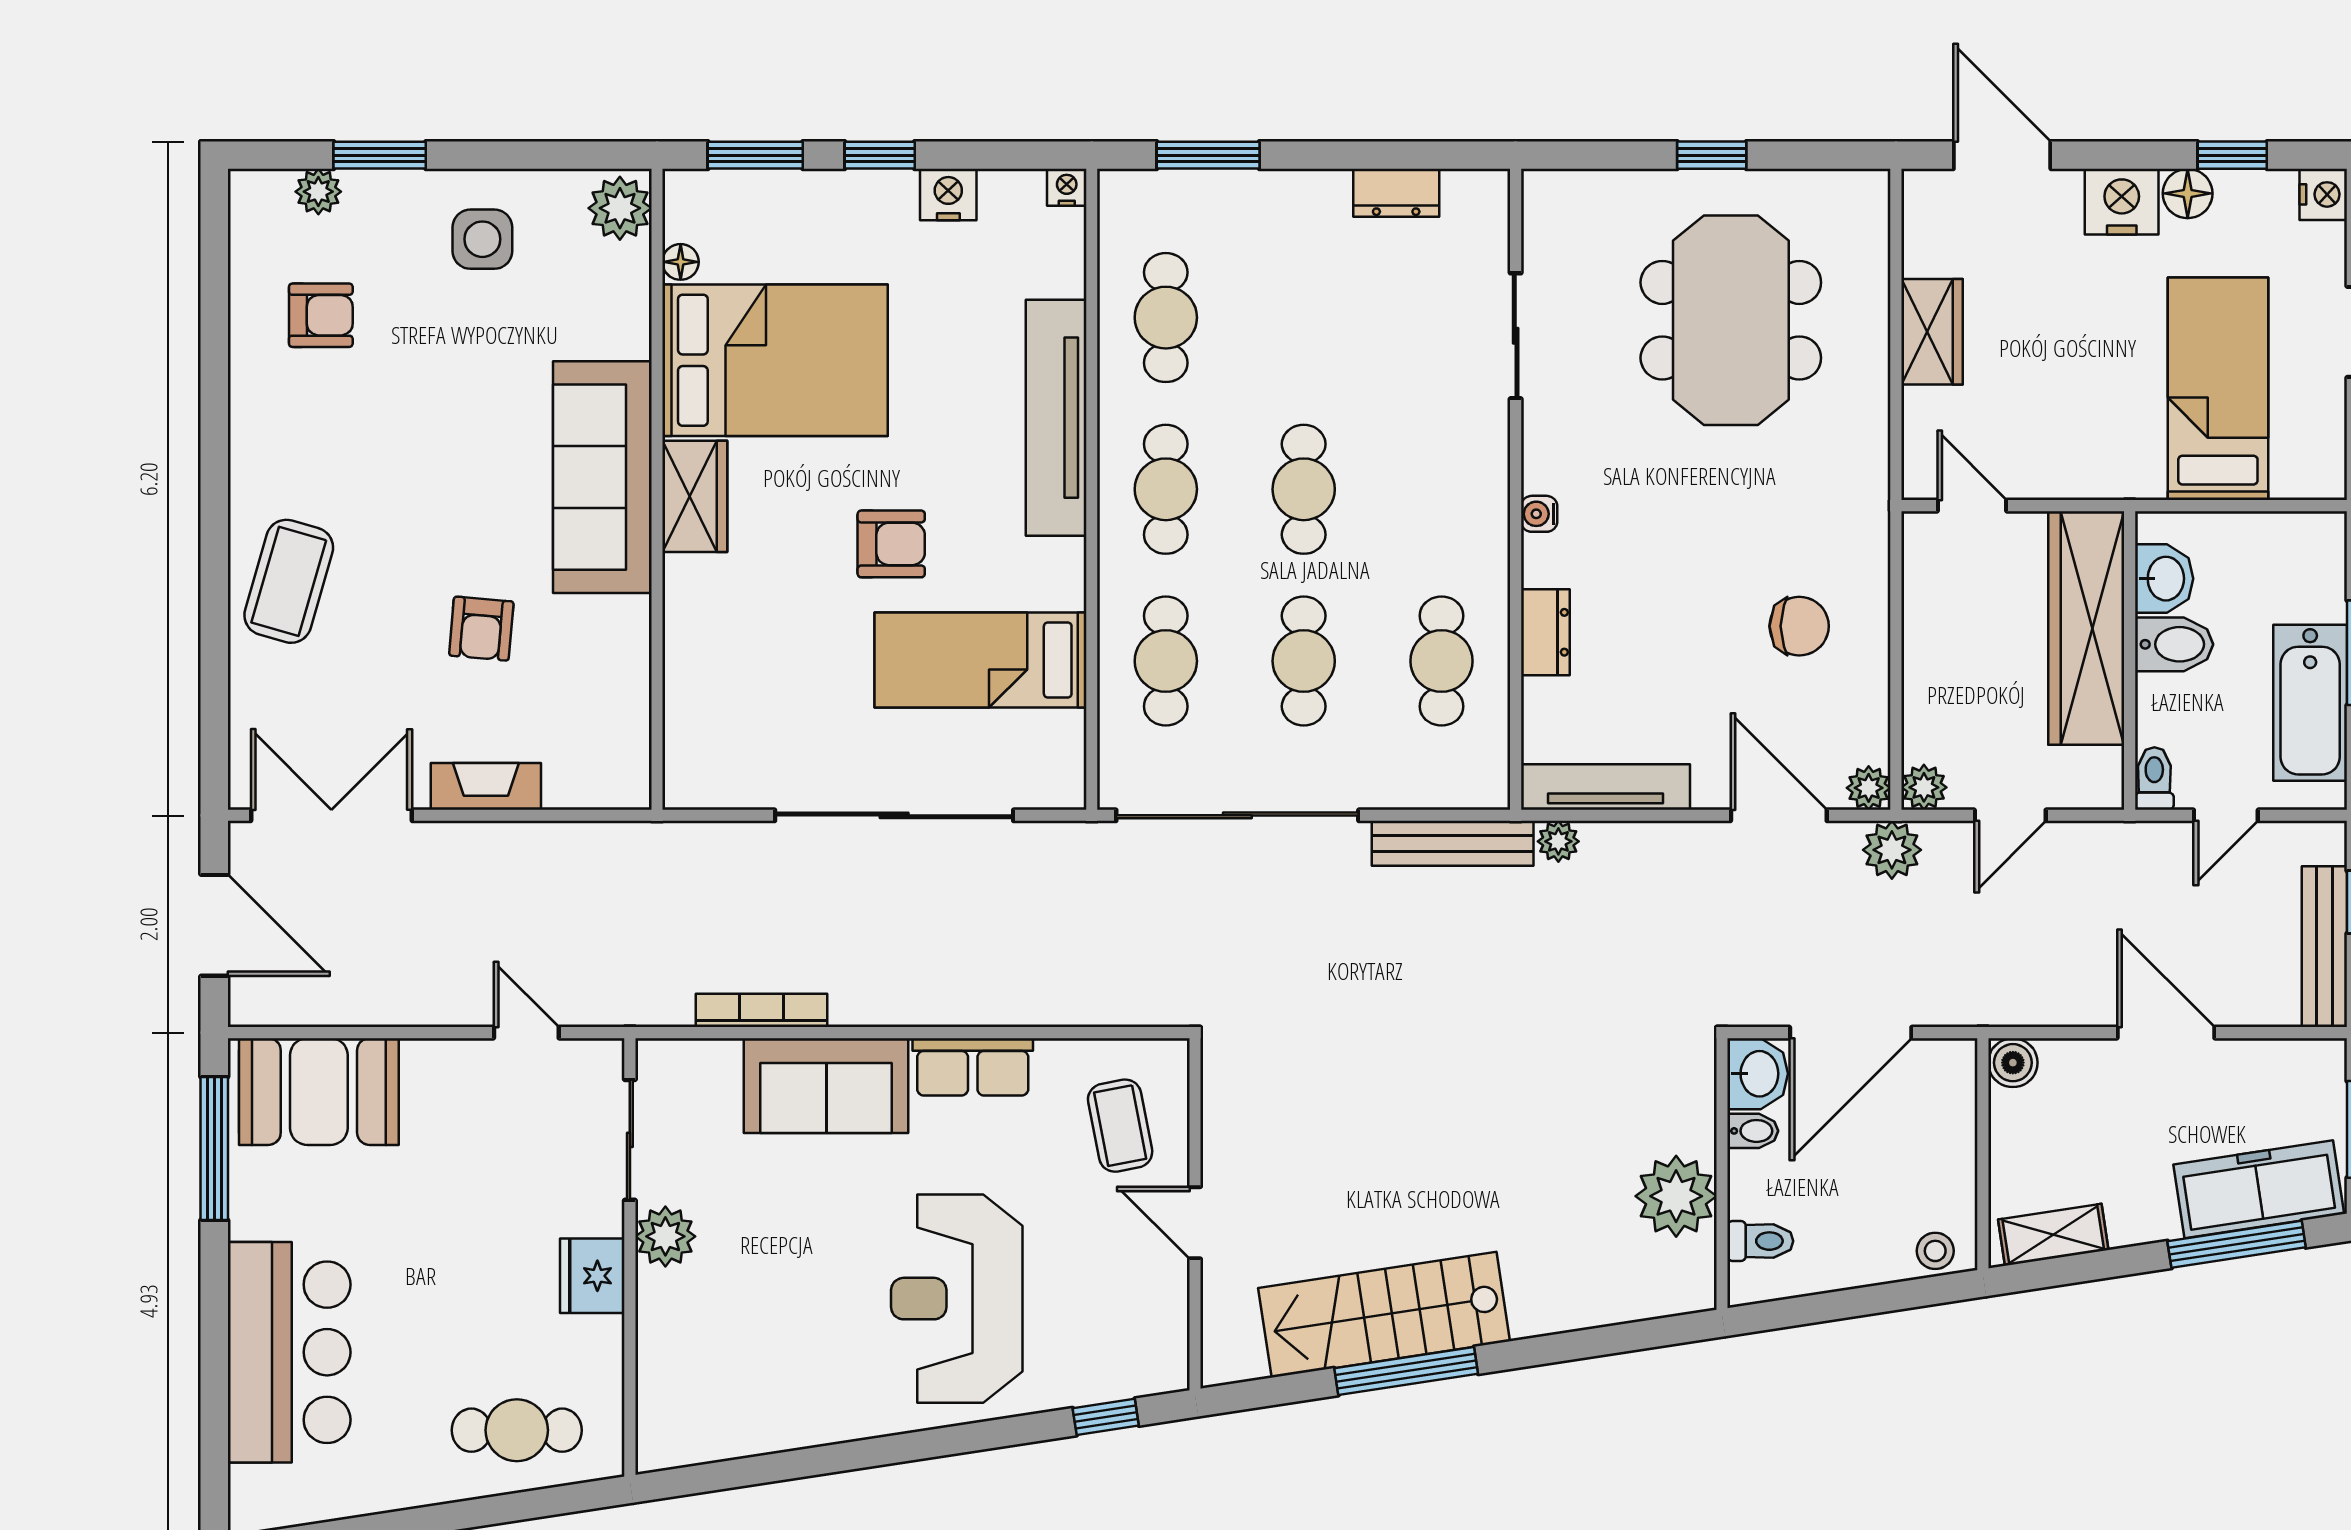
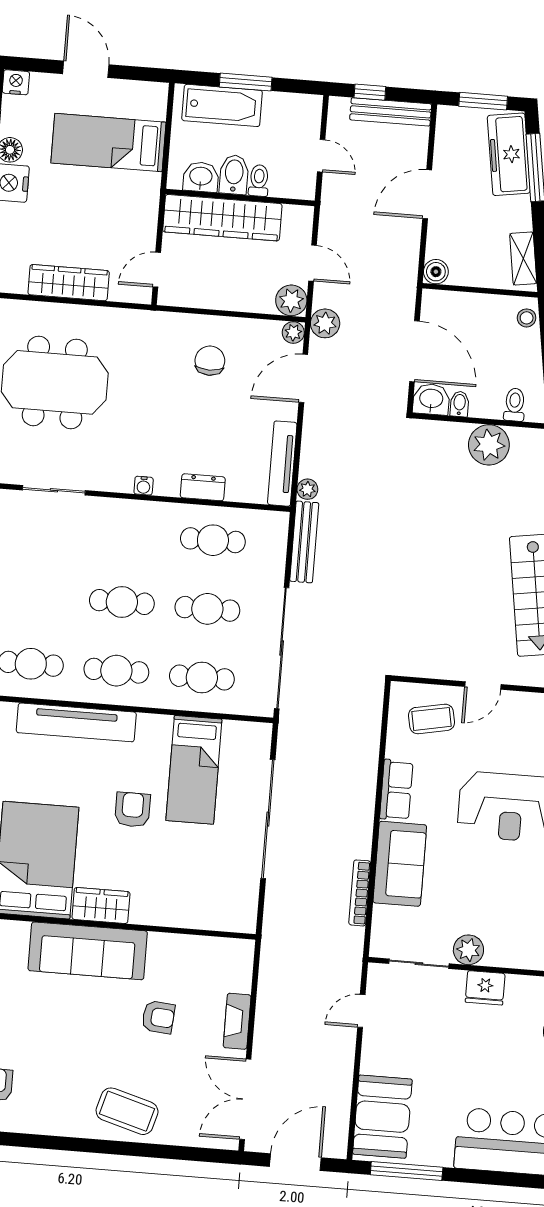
wardrobe: (1932, 332) -> (69, 283), width x1.50
bathtub: (2310, 703) -> (222, 105), moved
toilet: (2154, 778) -> (259, 180), moved, turned 90
plant: (1924, 787) -> (291, 300), width x1.38, depth x1.38

